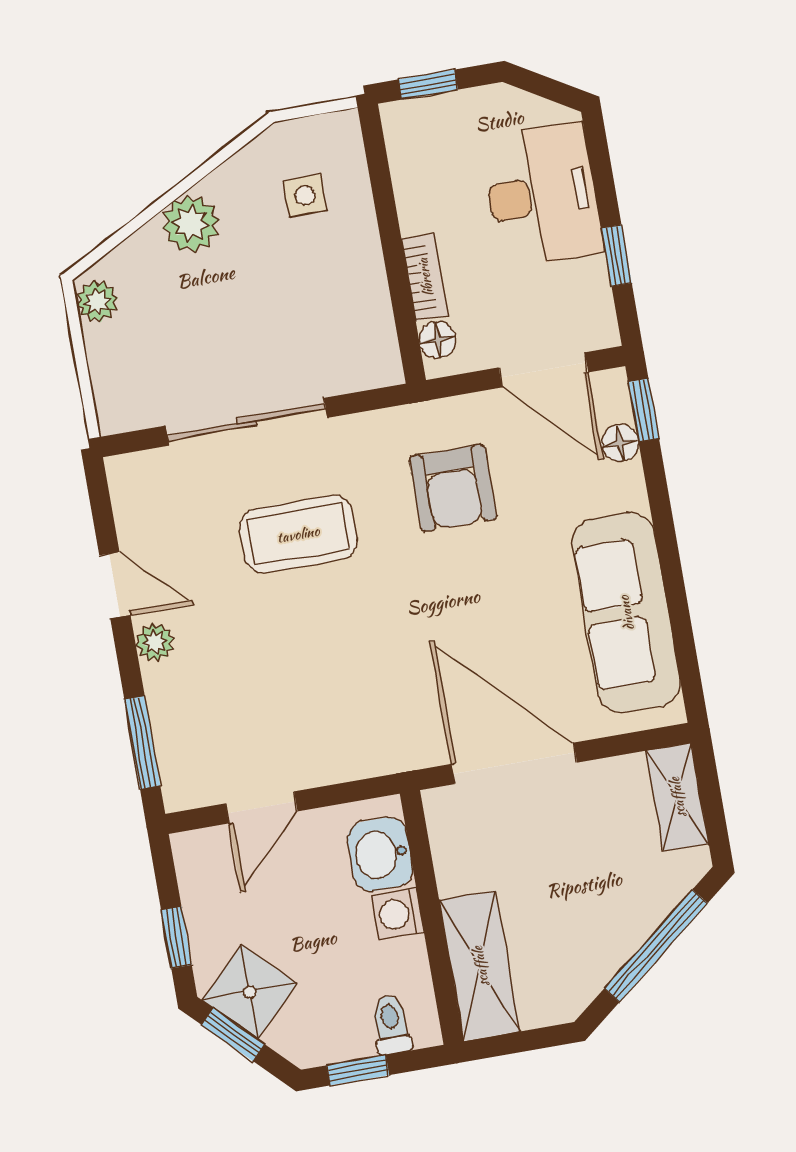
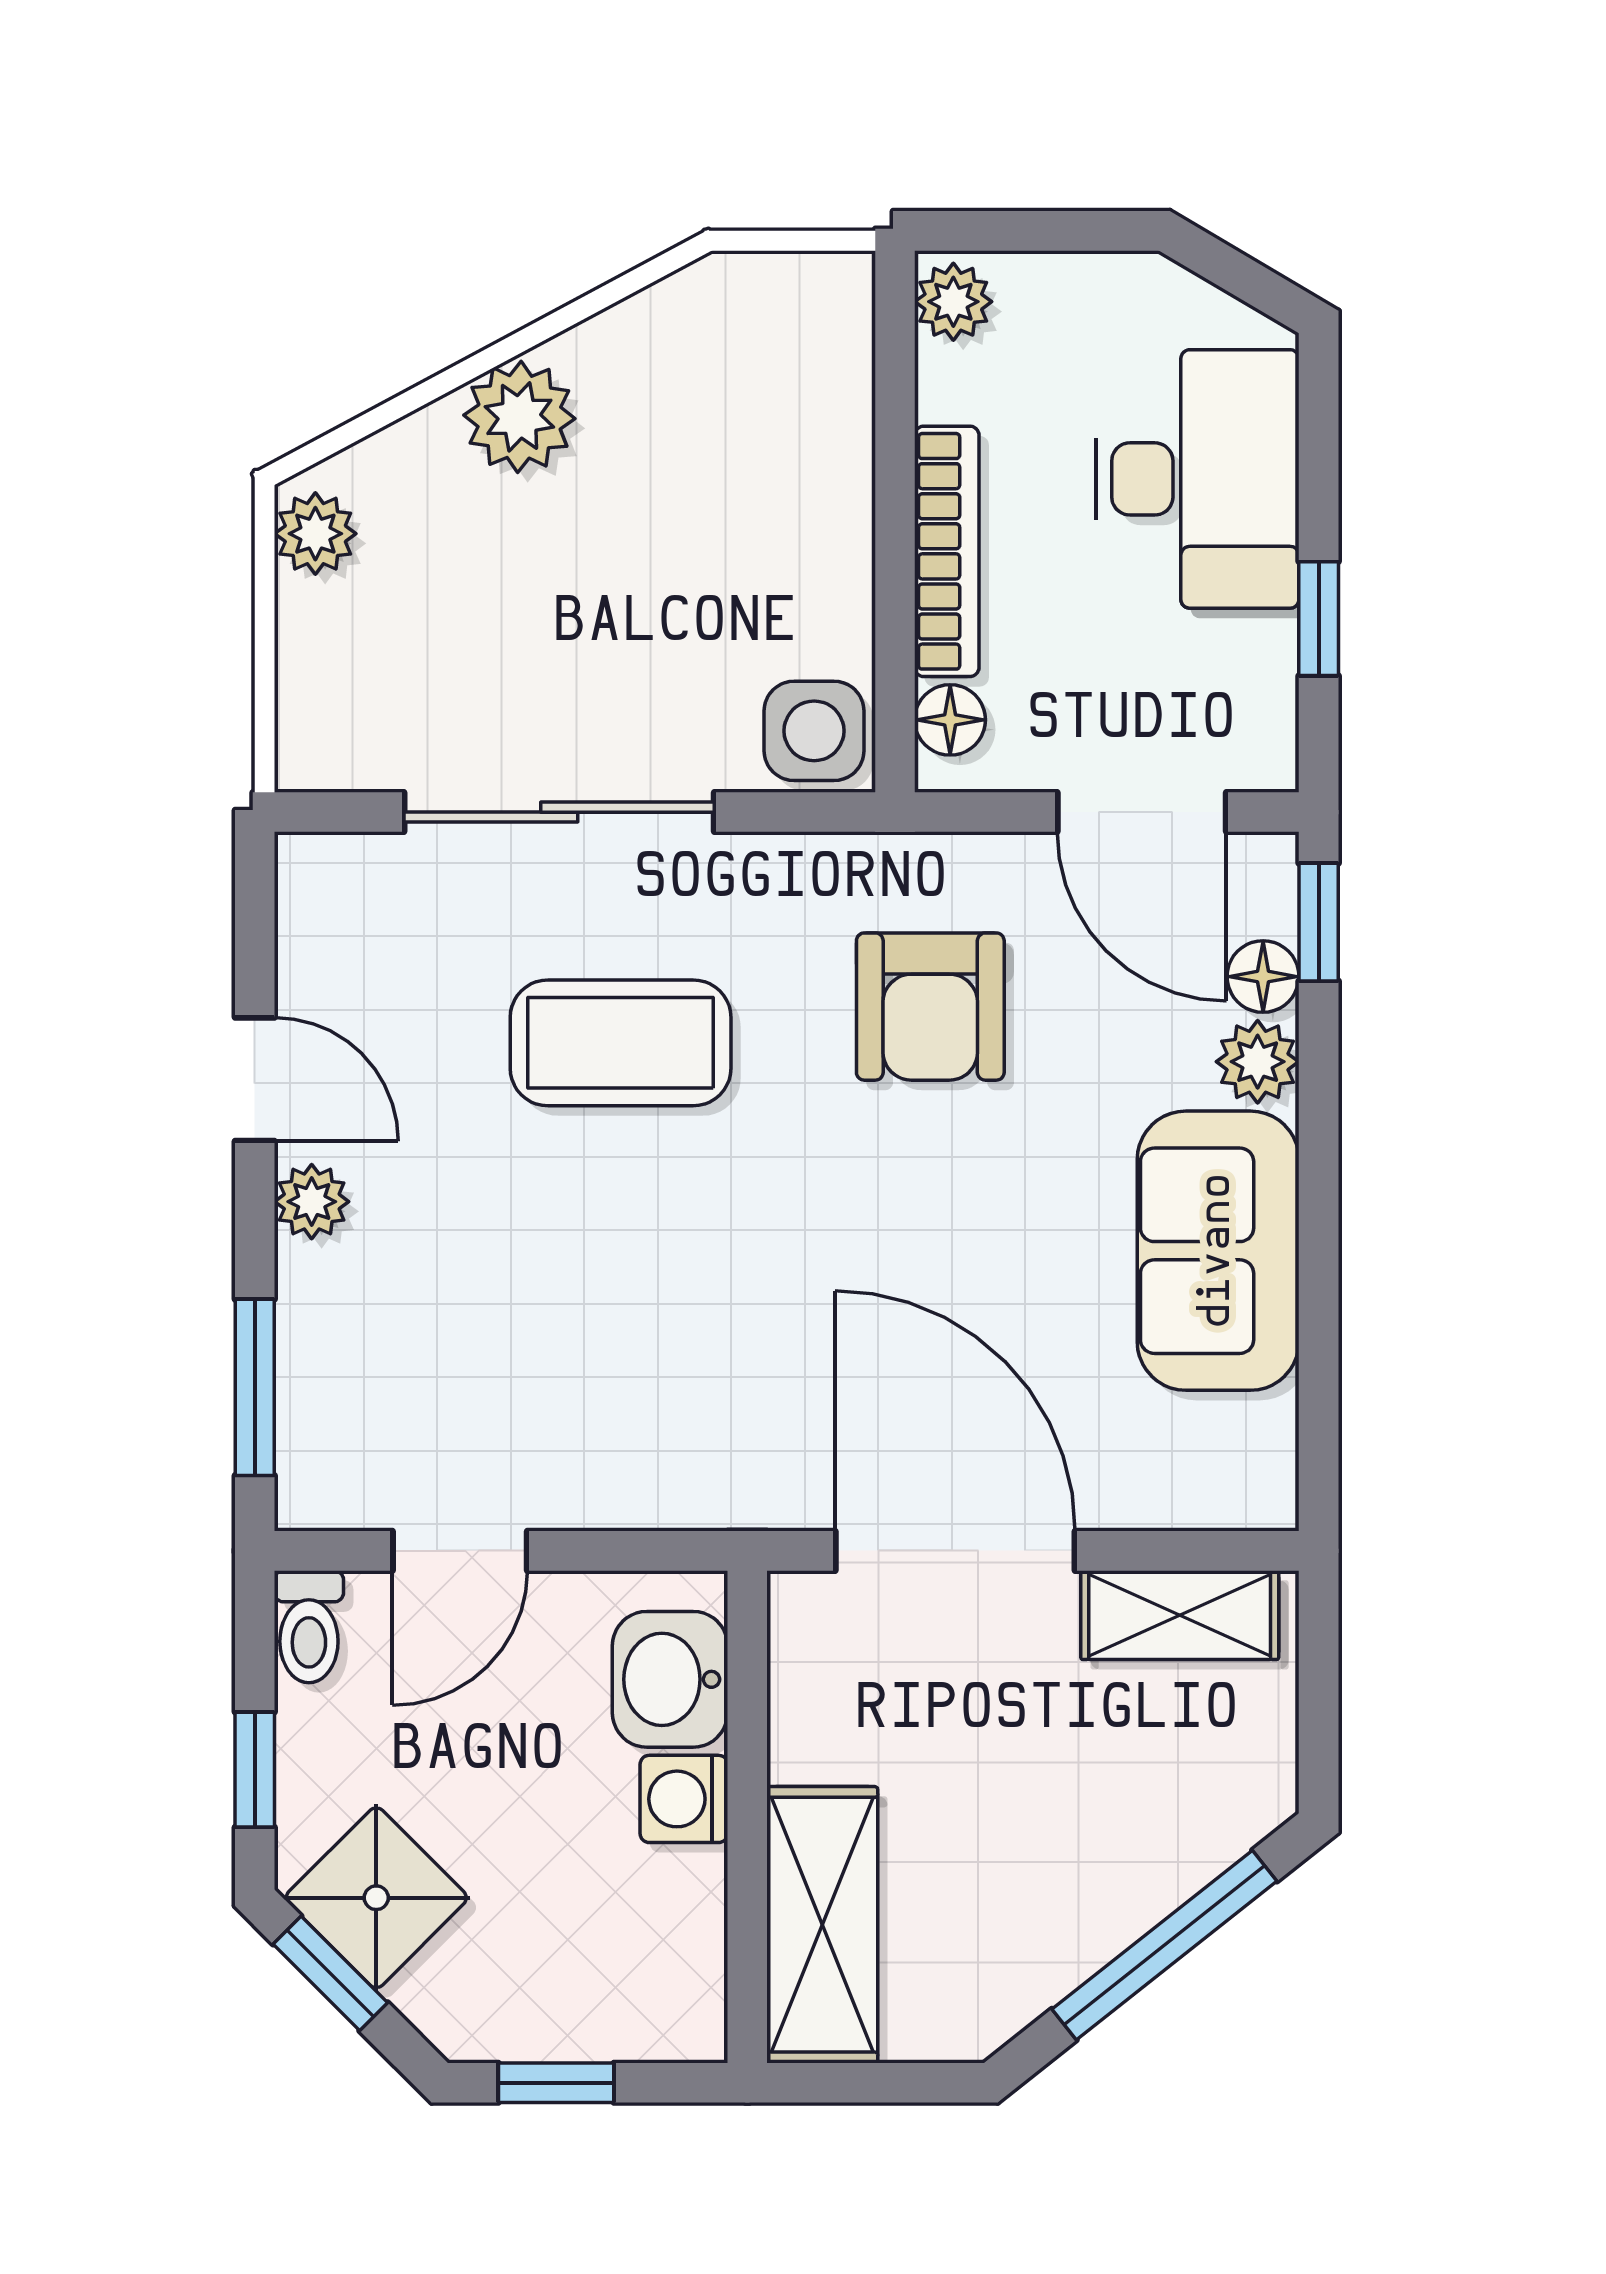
window: (428, 85) -> (1017, 231), removed
plant: (402, 126) -> (953, 302), added
side table: (305, 196) -> (814, 731), moved, width x1.37, depth x1.37
bookcase: (425, 277) -> (947, 551), width x1.56
plant: (625, 487) -> (1258, 1062), added
sofa: (626, 613) -> (1218, 1251), width x0.73
shelving: (677, 797) -> (1180, 1615), moved, turned 90
toilet: (391, 1025) -> (309, 1627), moved, turned 180

